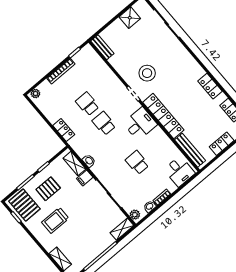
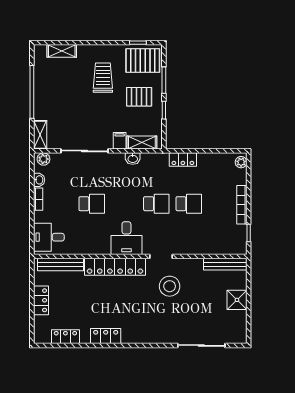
shower: (130, 18) -> (237, 300), moved
bench: (102, 47) -> (225, 264), width x1.36
pallet: (48, 189) -> (139, 97), turned 90

